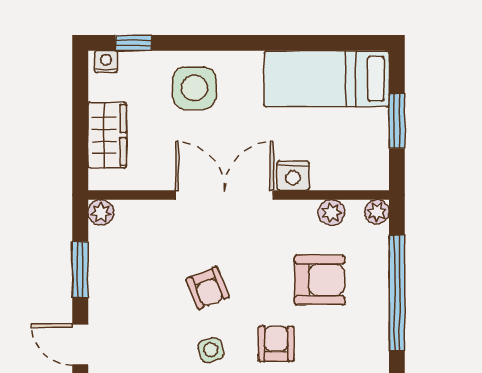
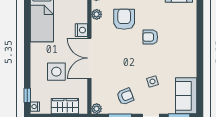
side table: (194, 88) -> (56, 72), moved
armchair: (208, 288) -> (125, 96), moved
side table: (211, 350) -> (152, 81), moved

